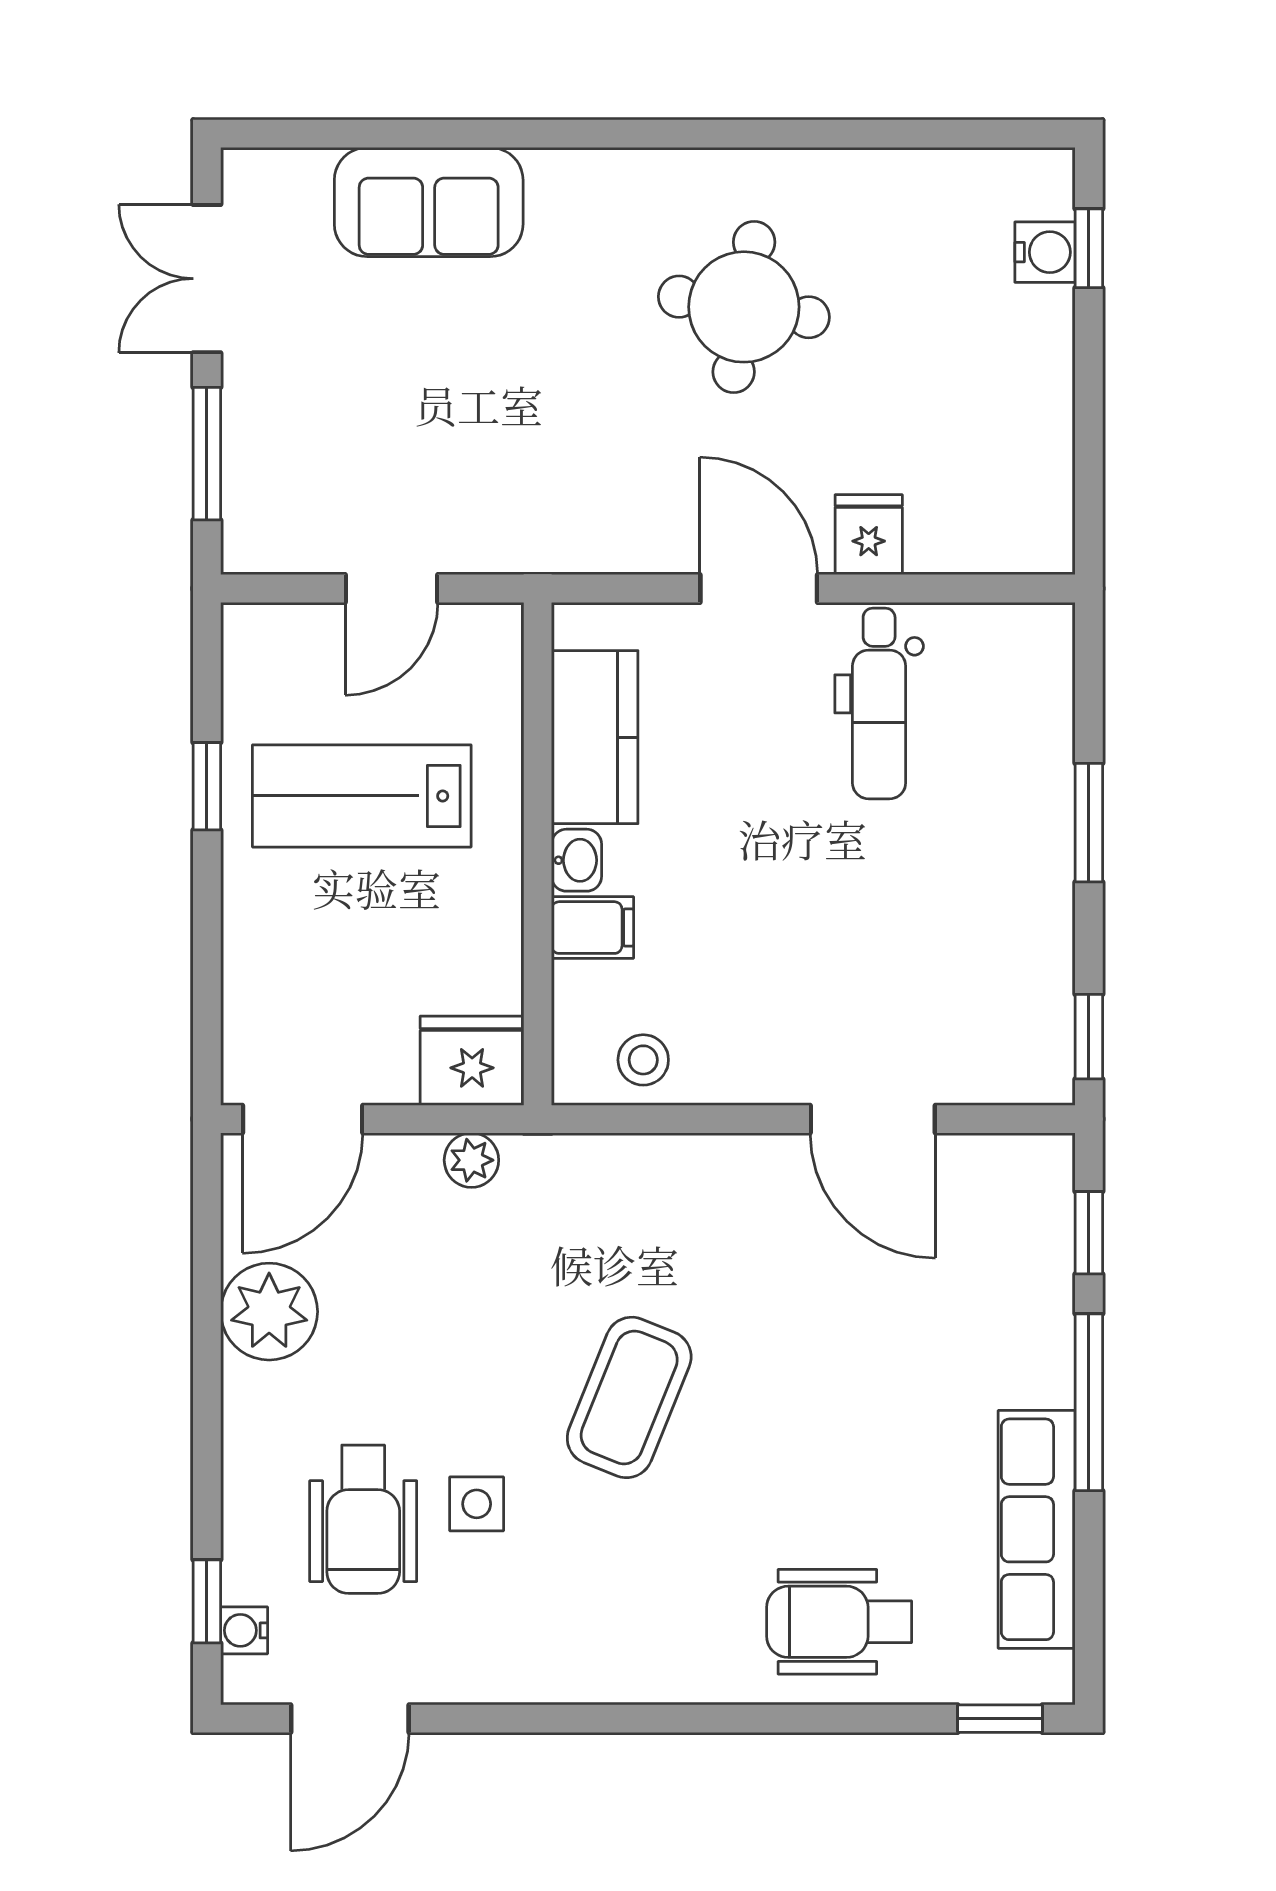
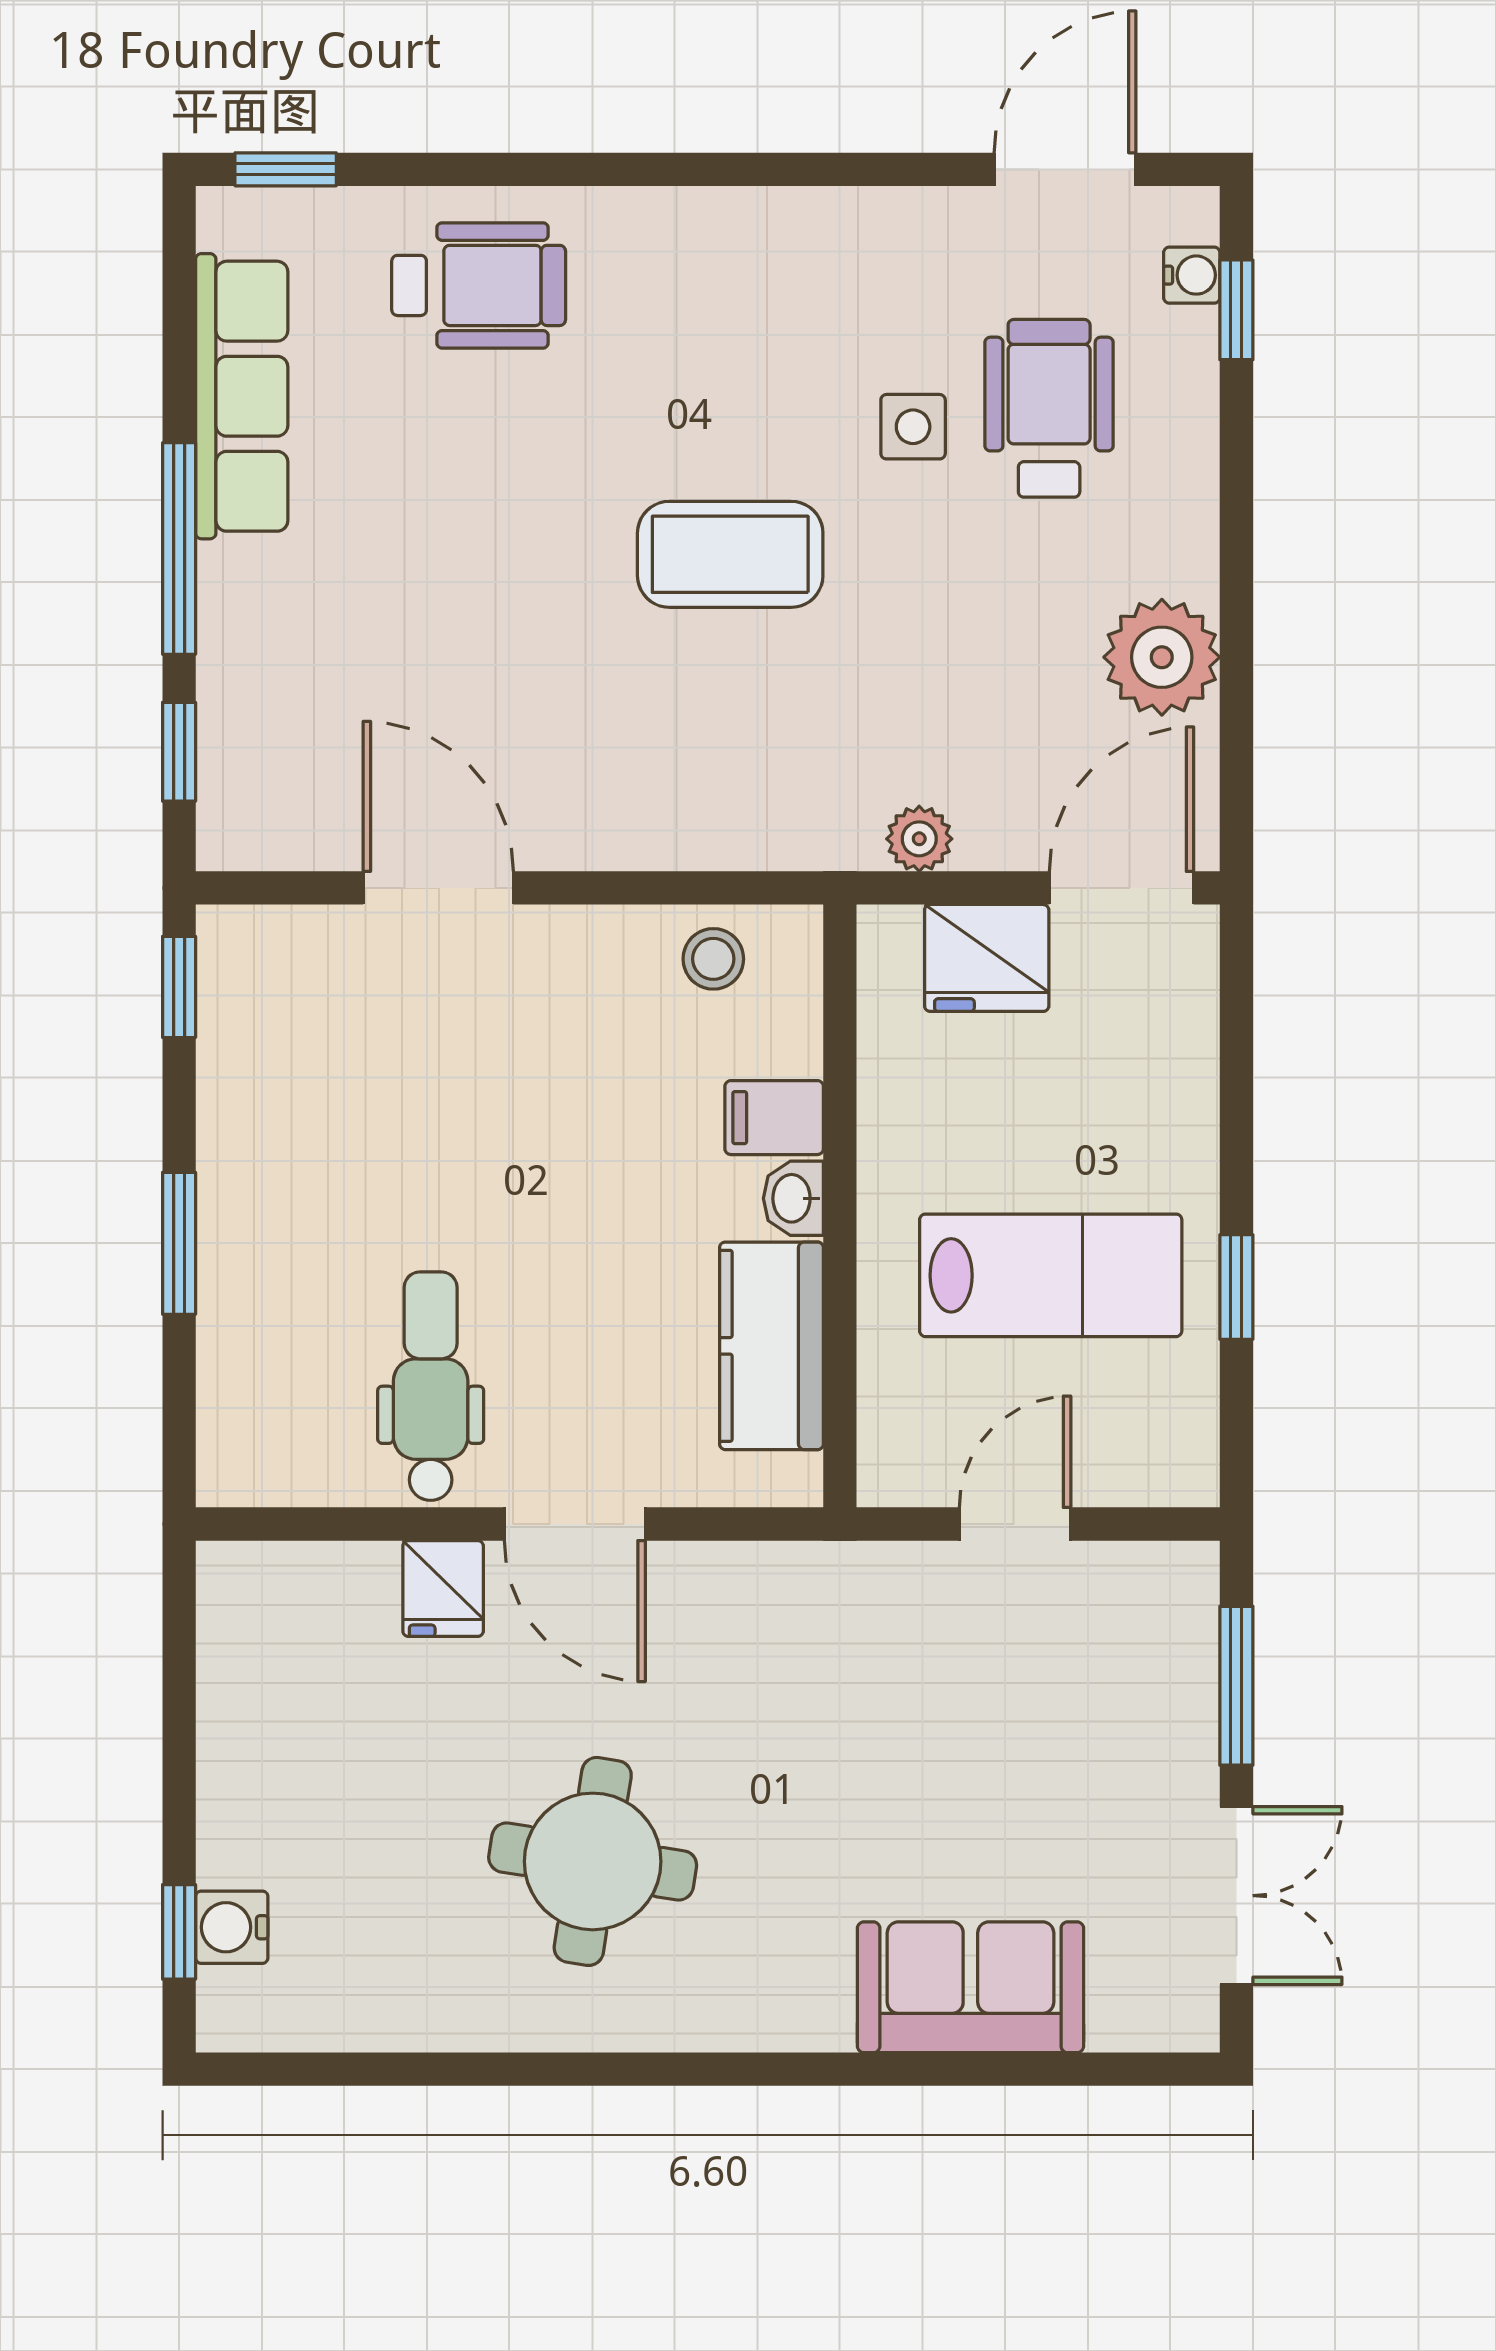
fridge: (472, 1061) -> (987, 958), moved
coffee table: (629, 1397) -> (730, 554), turned 68

